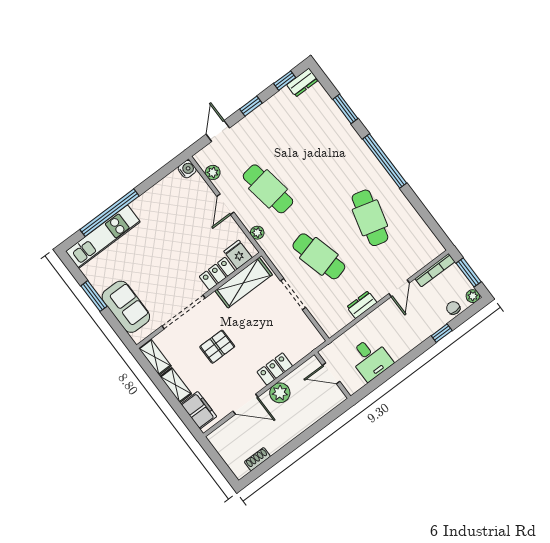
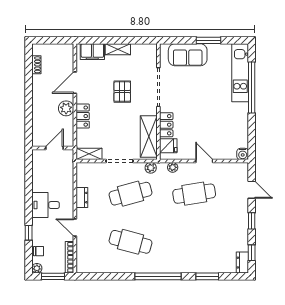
plant: (213, 172) -> (151, 168), moved
shelving: (155, 357) -> (89, 154), moved
desk: (370, 359) -> (46, 205), moved

